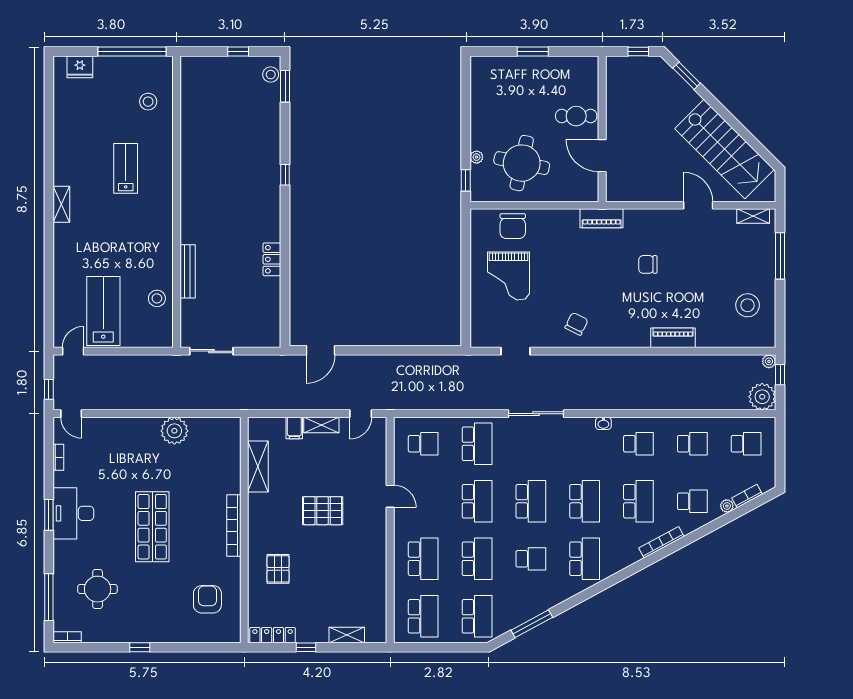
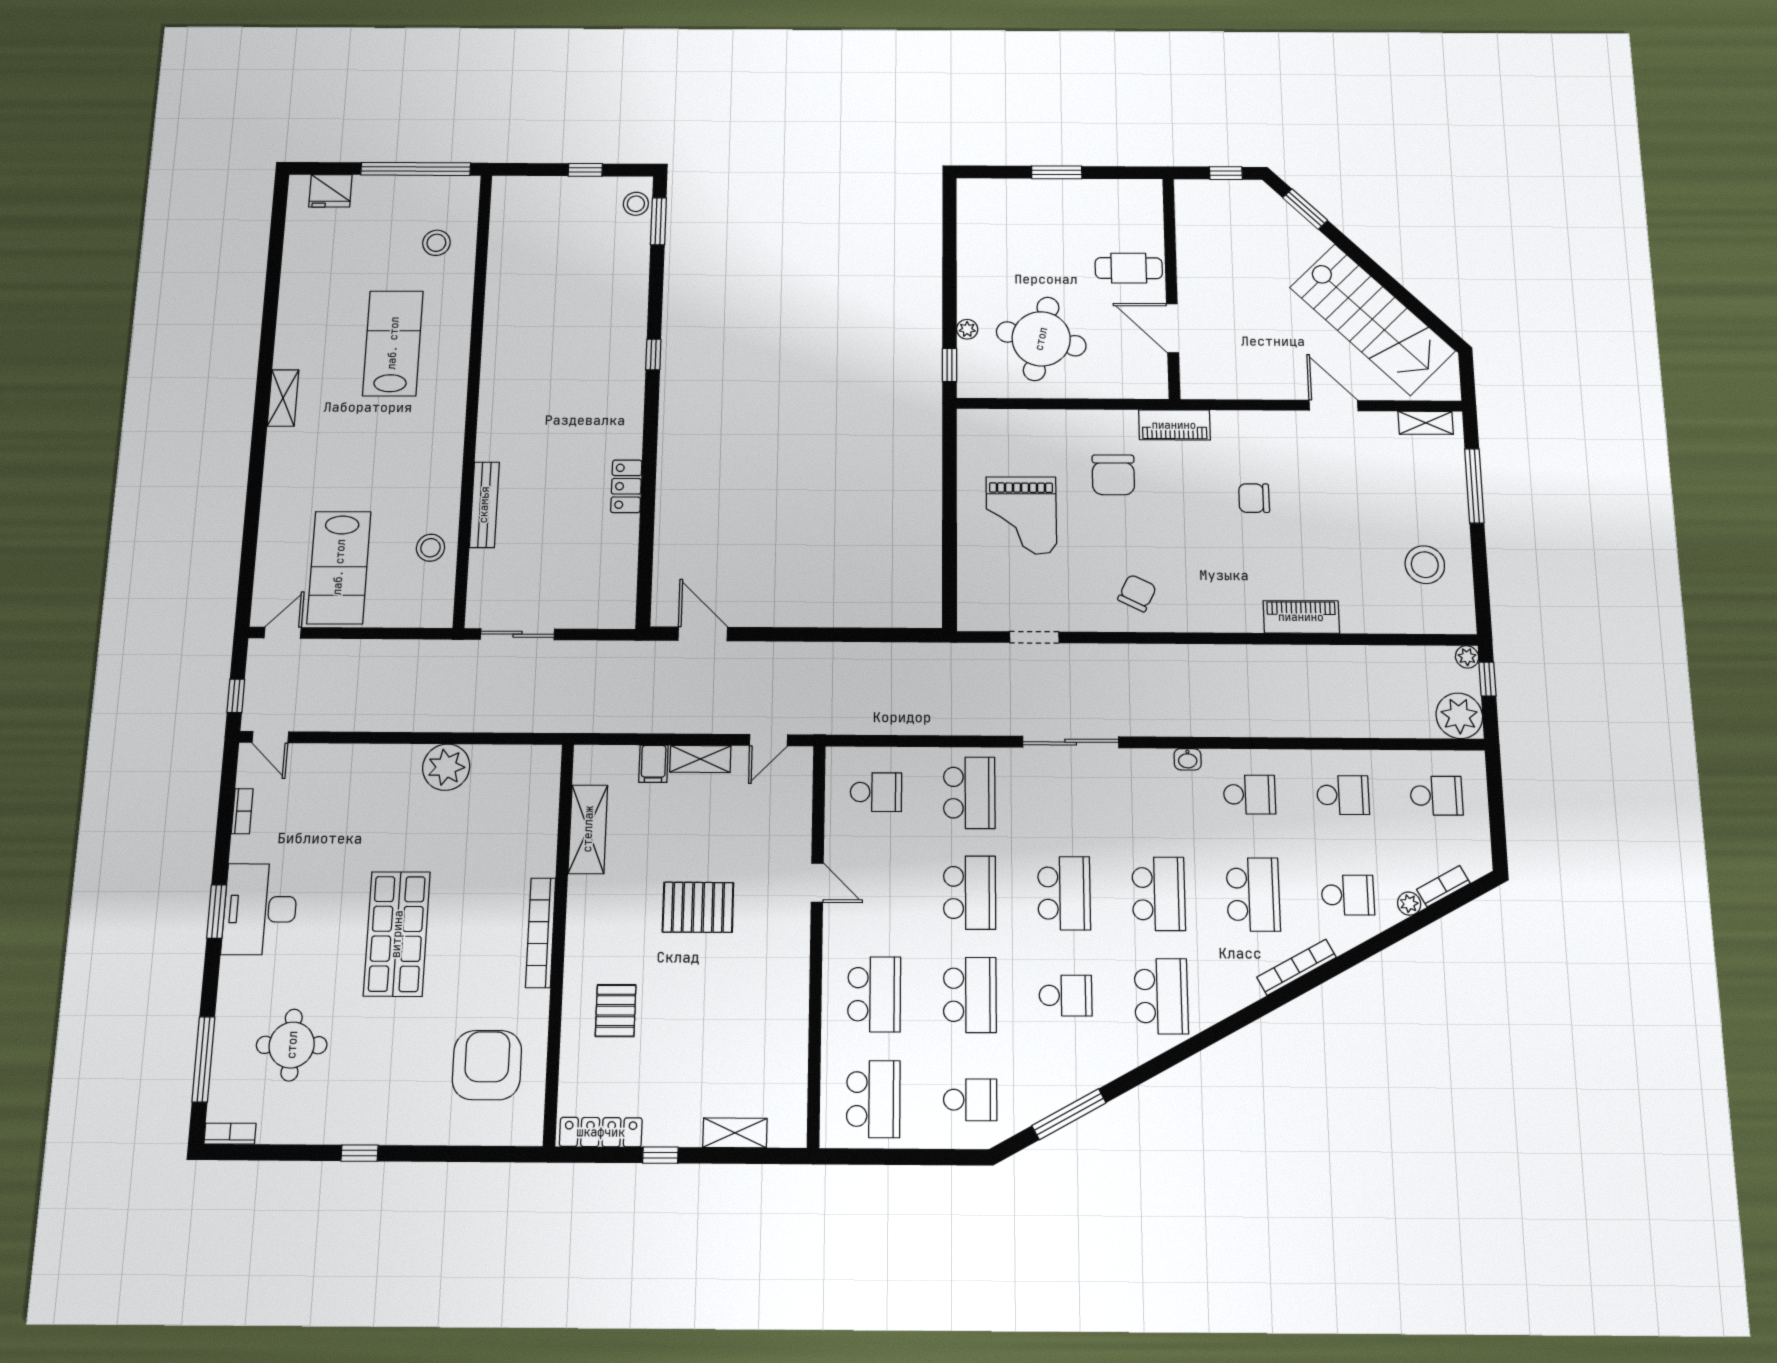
lab bench: (126, 168) -> (393, 343), width x1.36, depth x1.39
chair: (513, 226) -> (1113, 475), moved
lab bench: (103, 311) -> (339, 567), turned 180
door: (320, 350) -> (703, 634), swing flipped
armchair: (207, 599) -> (487, 1065), width x1.36, depth x1.36
school desk: (477, 616) -> (970, 1100), width x0.54

